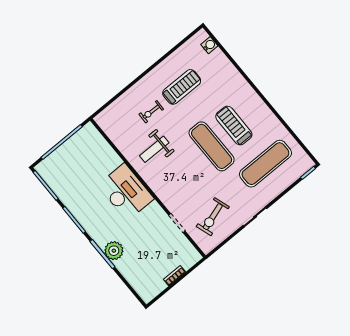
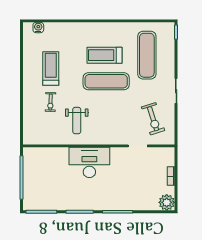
plant: (114, 251) -> (167, 202), moved

